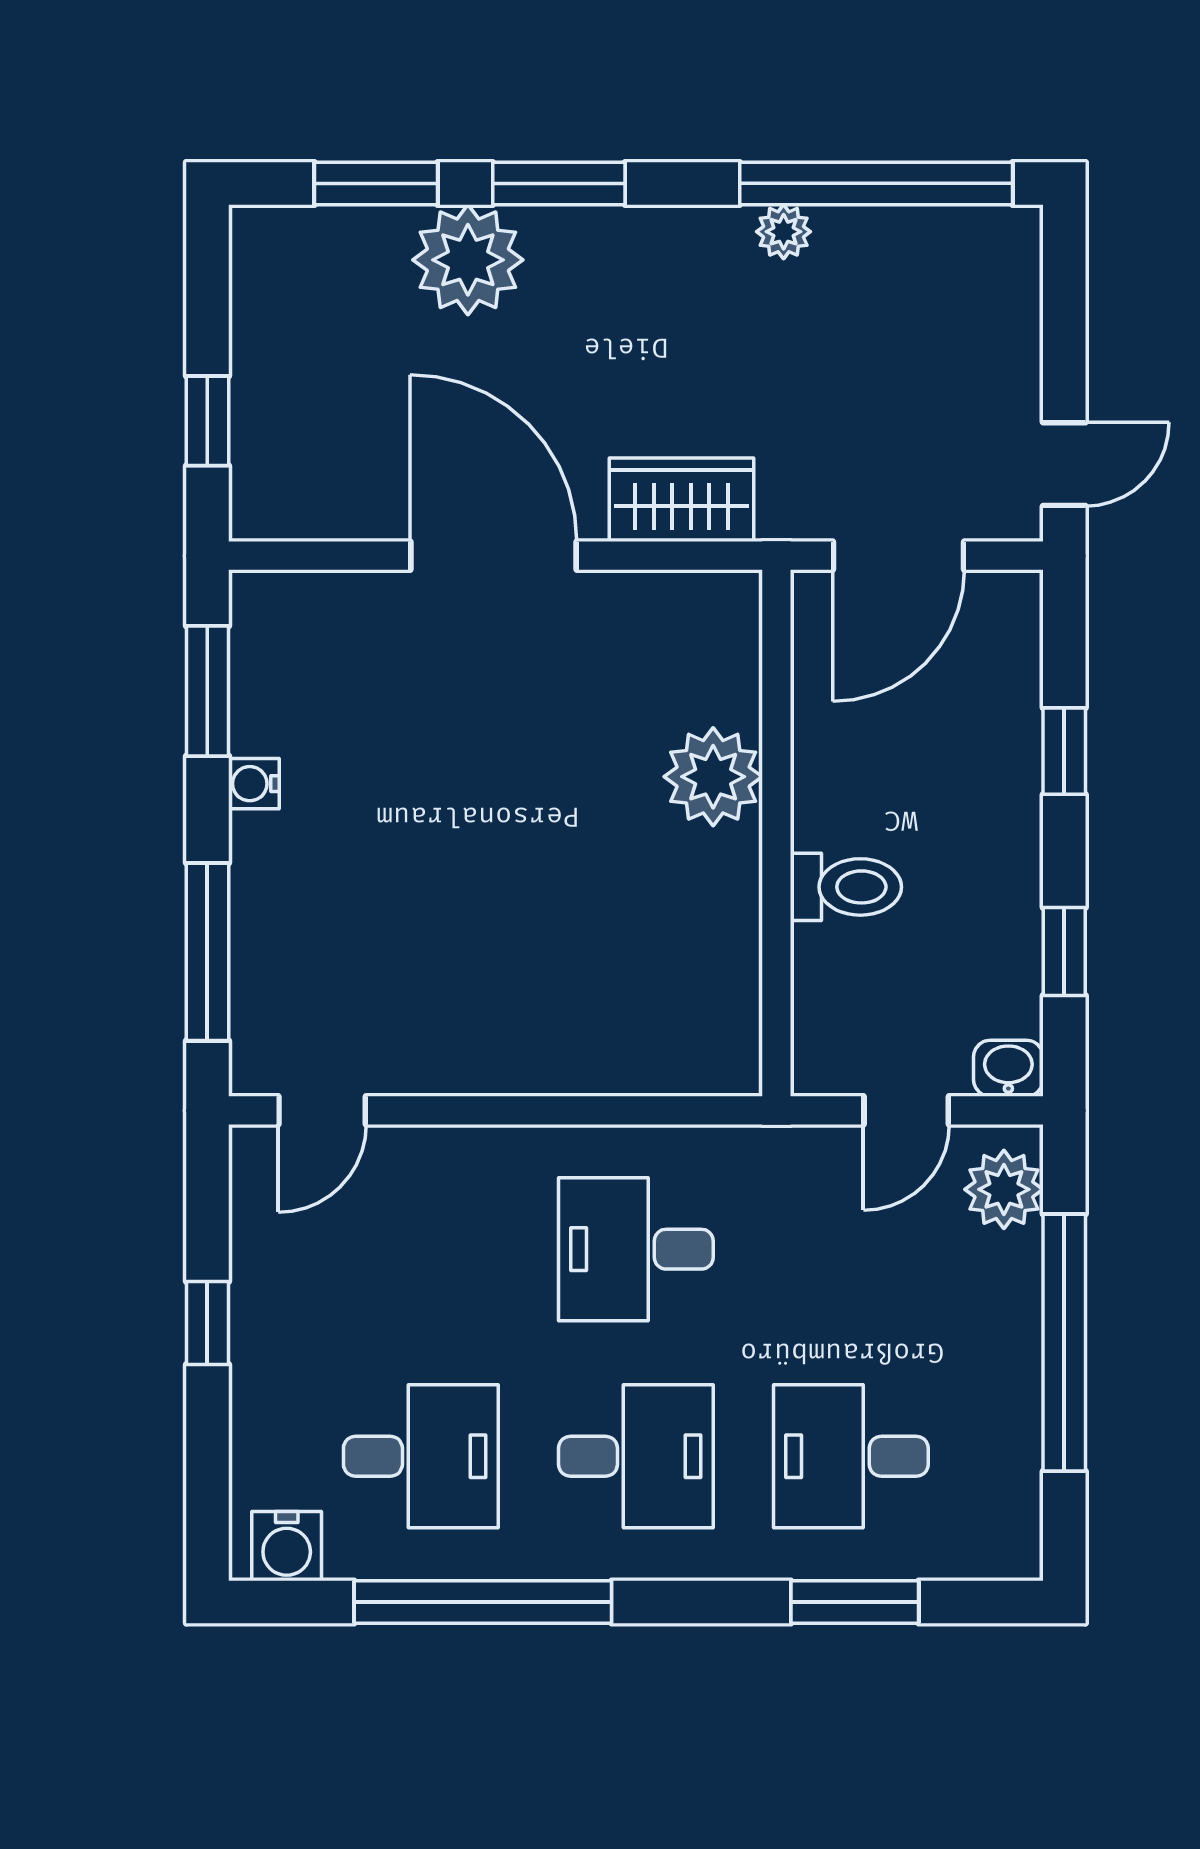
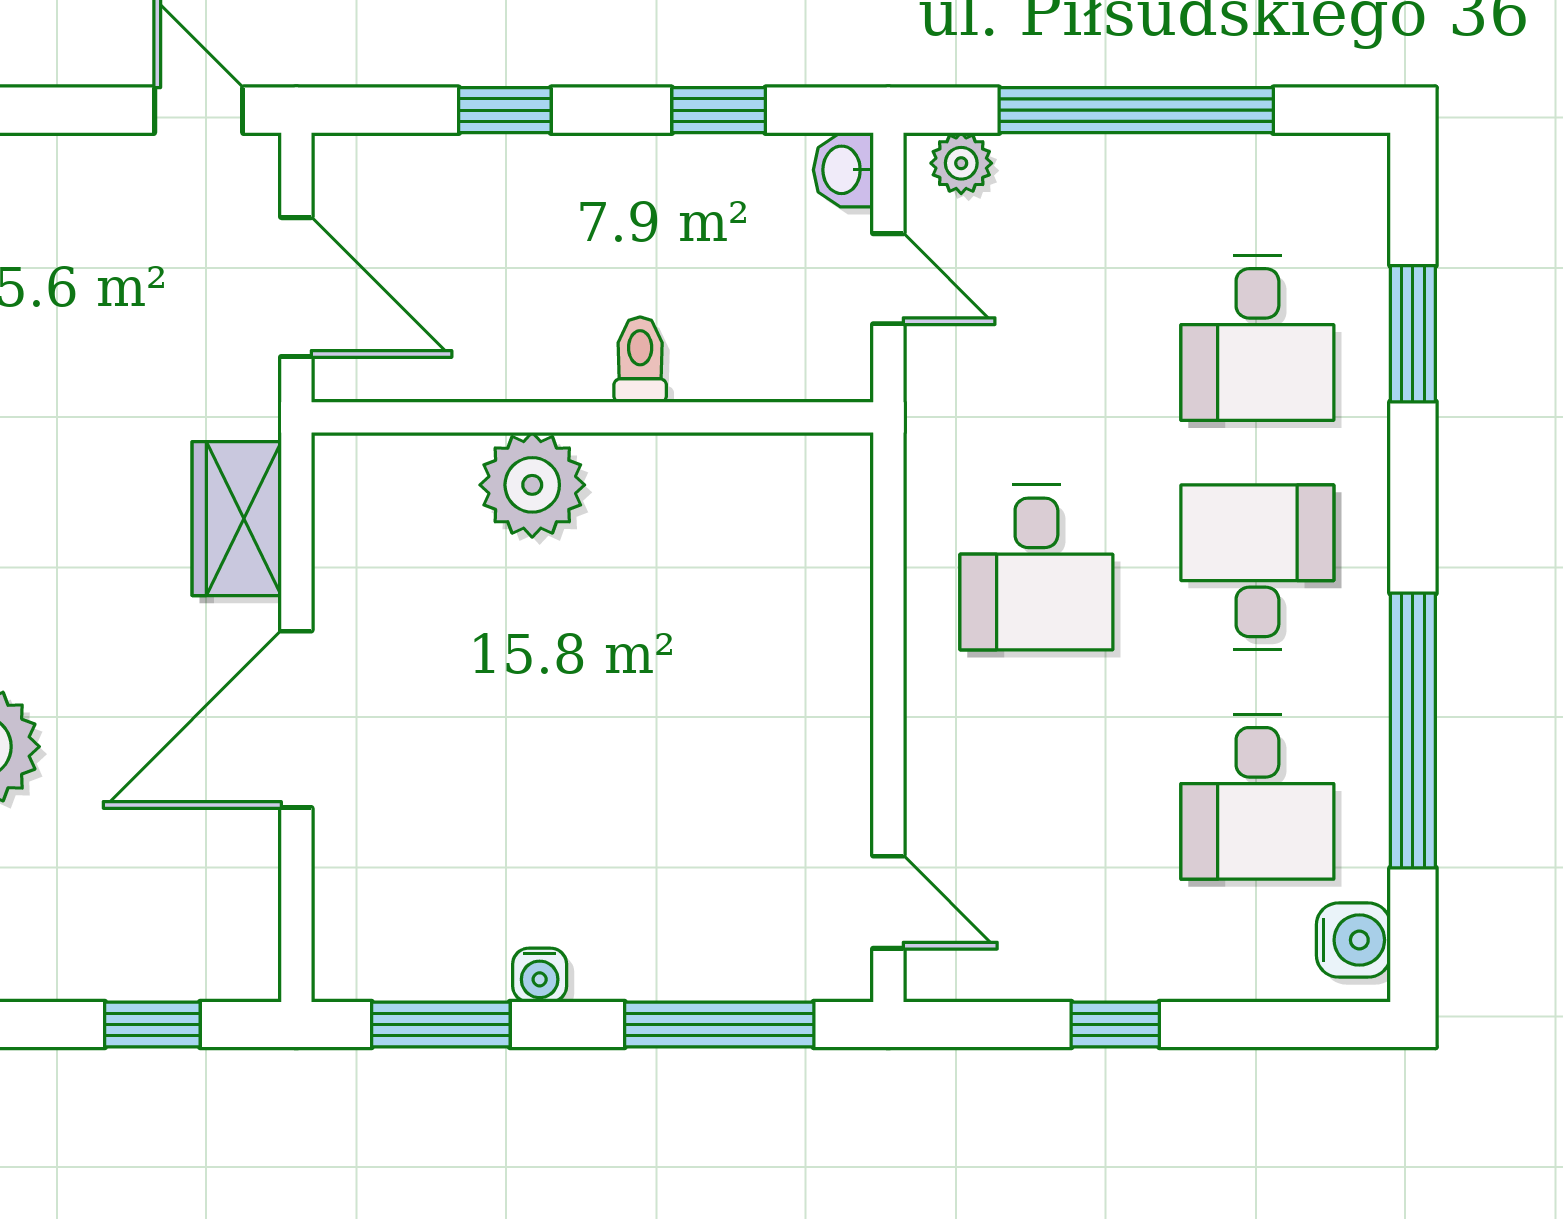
toilet: (846, 887) -> (640, 360), width x0.73, depth x0.72
plant: (1004, 1189) -> (961, 163), width x0.73, depth x0.73
desk: (421, 1456) -> (1257, 797), turned 180

